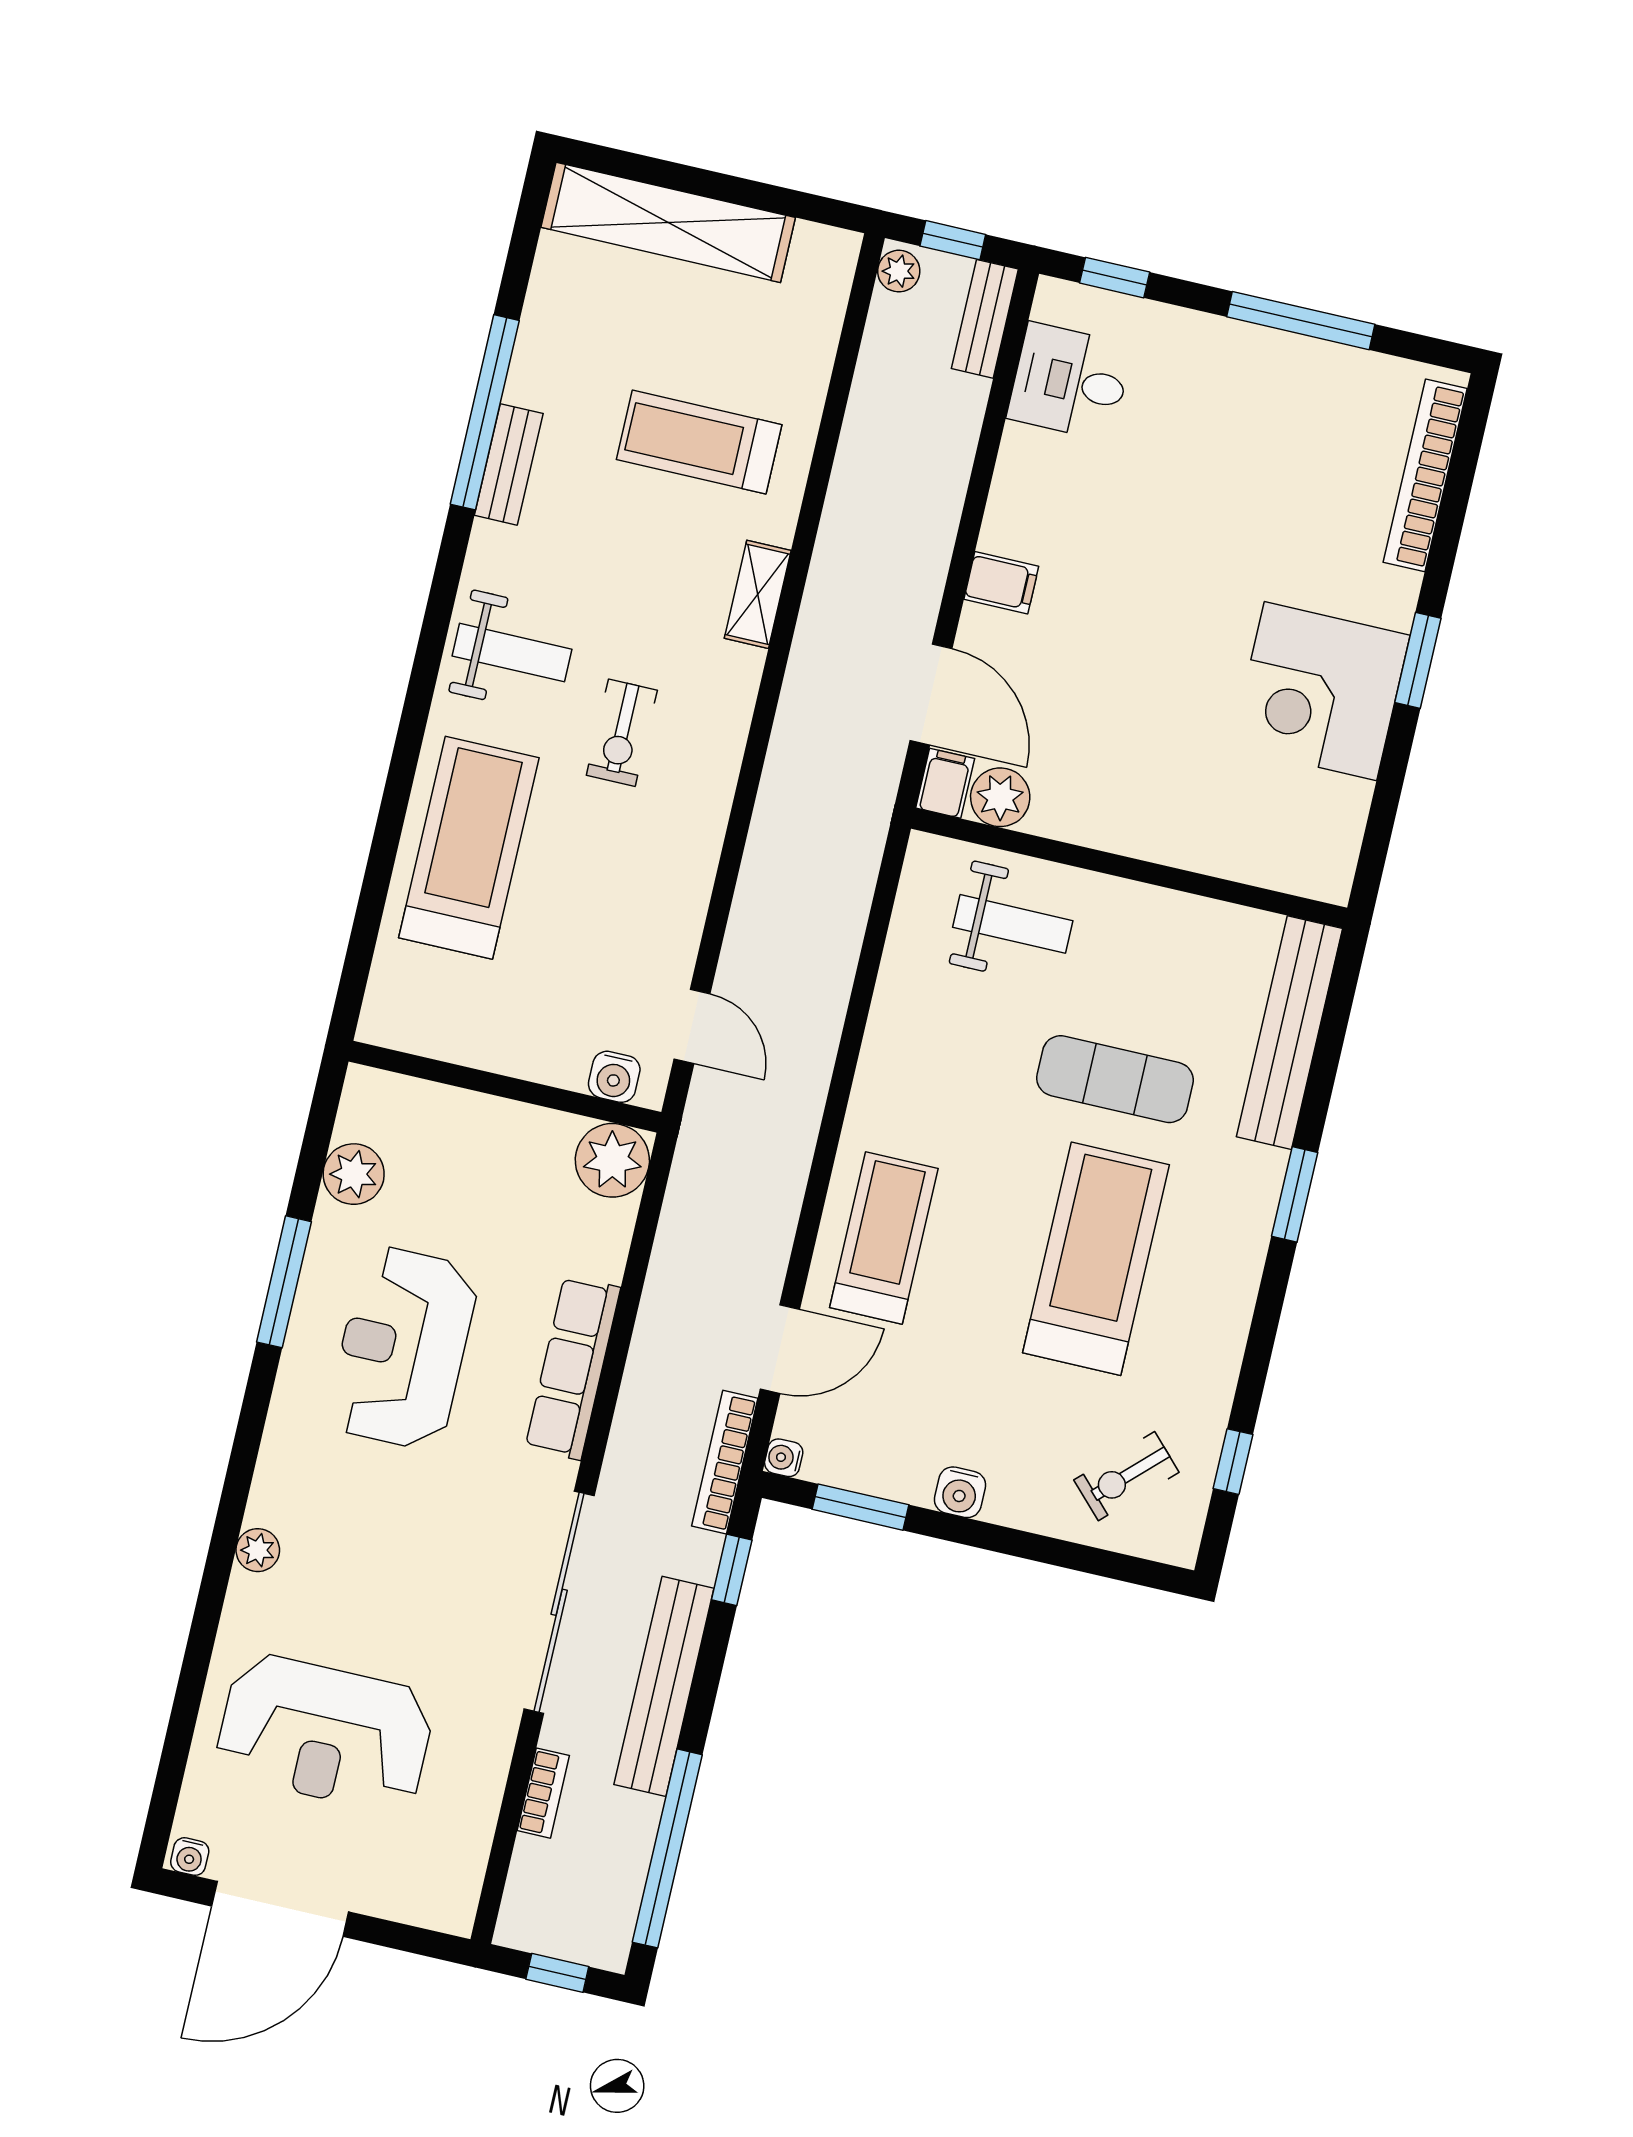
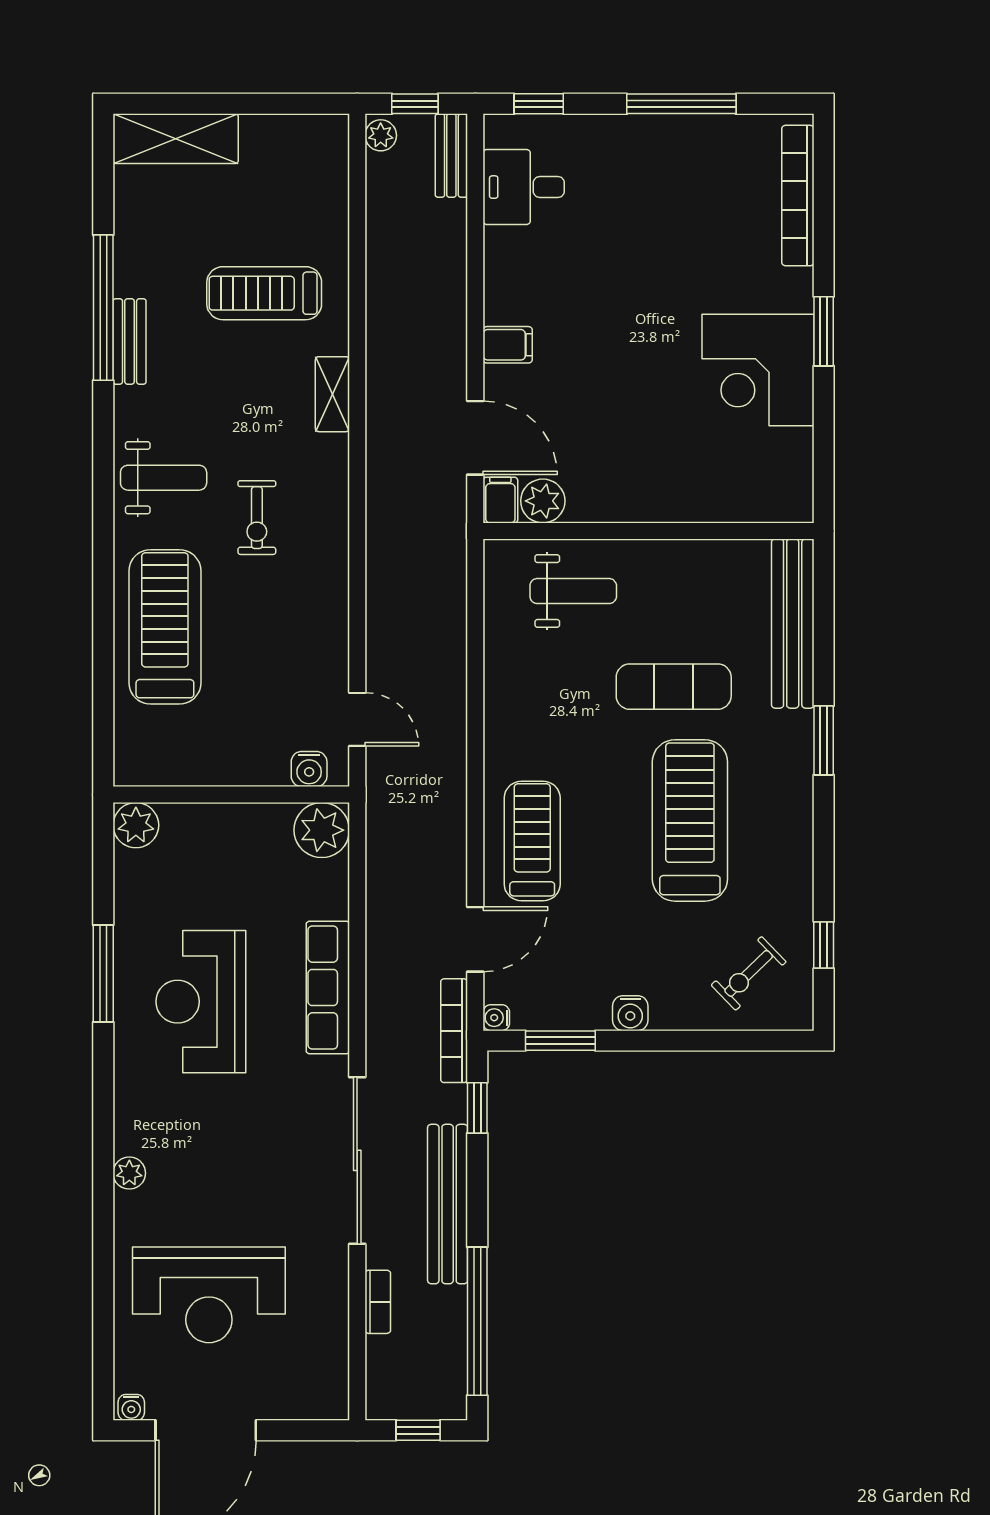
shelving: (668, 222) -> (176, 139), width x0.68
plant: (354, 1174) -> (136, 825), moved

